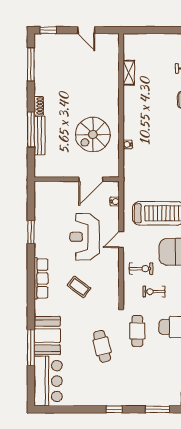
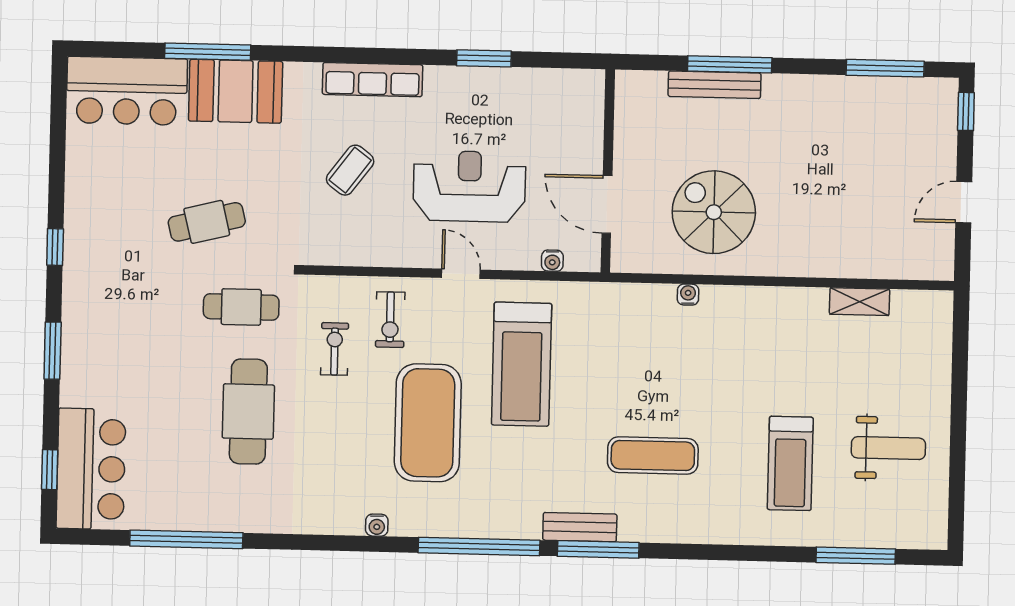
shoe rack: (39, 106) -> (785, 84), removed

